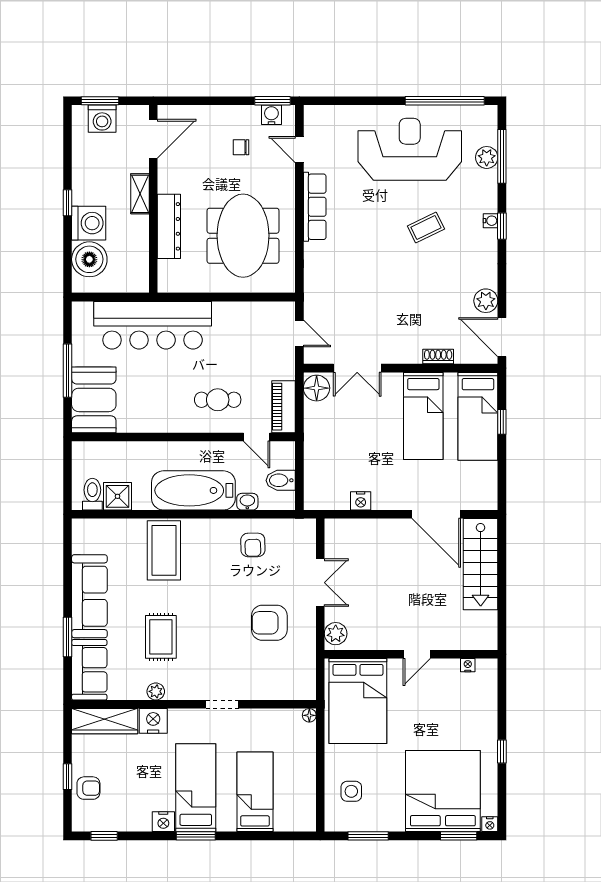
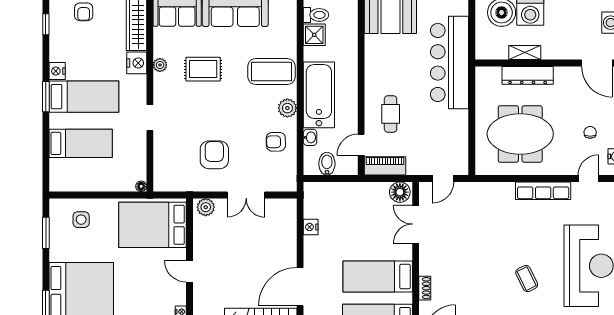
shelving: (140, 194) -> (525, 53), moved
plant: (210, 530) -> (287, 108), added

